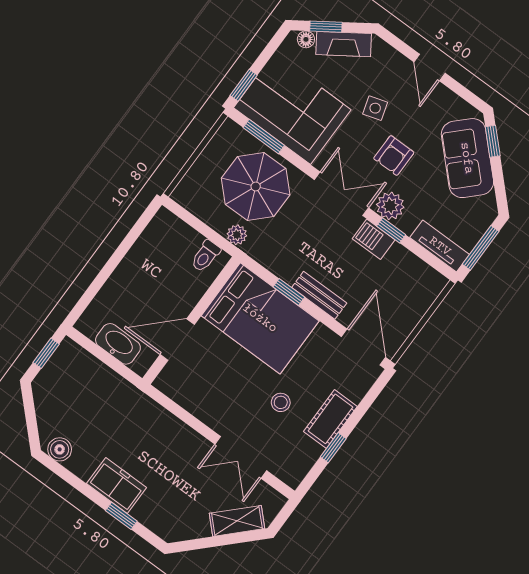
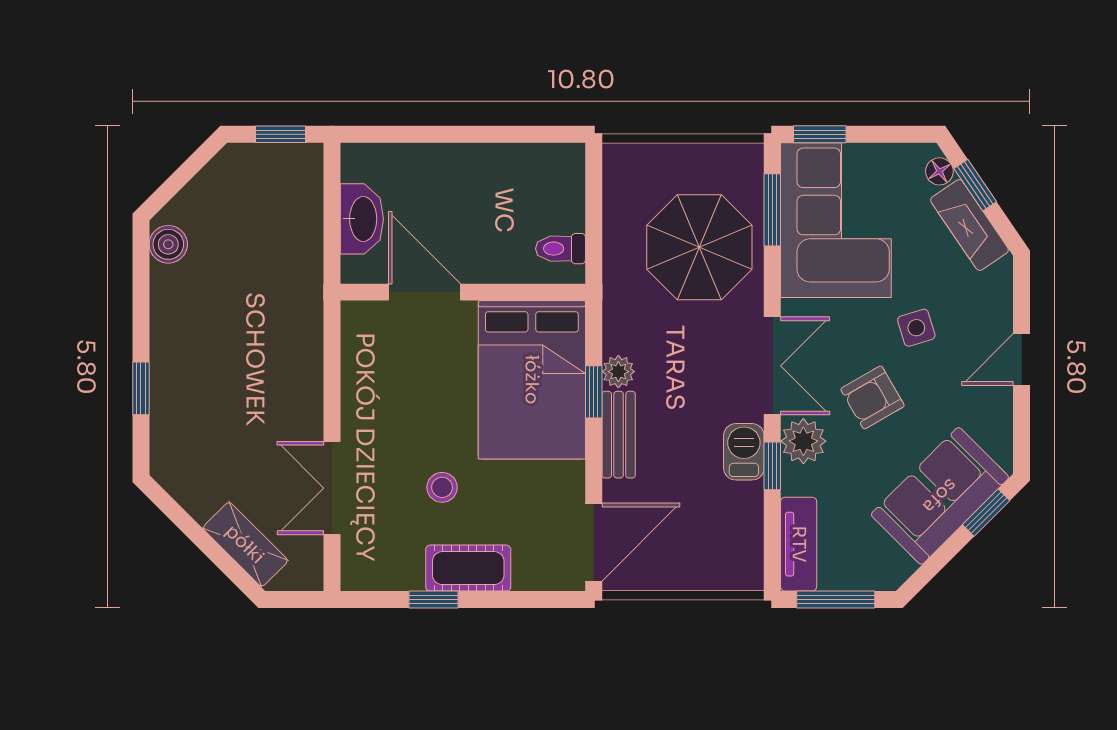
armchair: (394, 155) -> (873, 397), turned -30
plant: (237, 235) -> (618, 372), moved
freezer: (117, 486) -> (176, 353), removed

